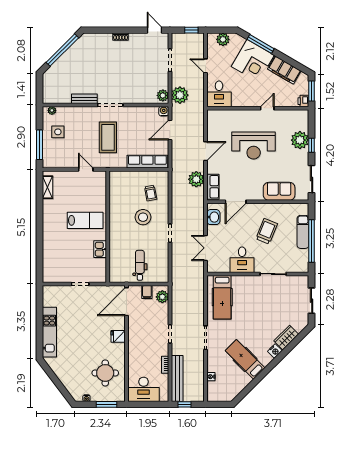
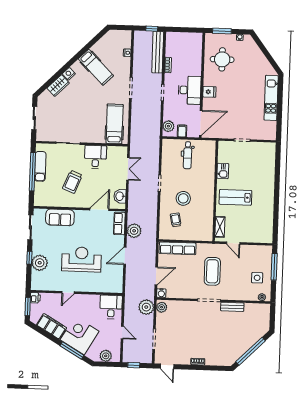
shelving: (47, 187) -> (220, 227), moved
exam couch: (303, 232) -> (40, 166), moved
desk: (144, 389) -> (190, 90), moved, turned 90

